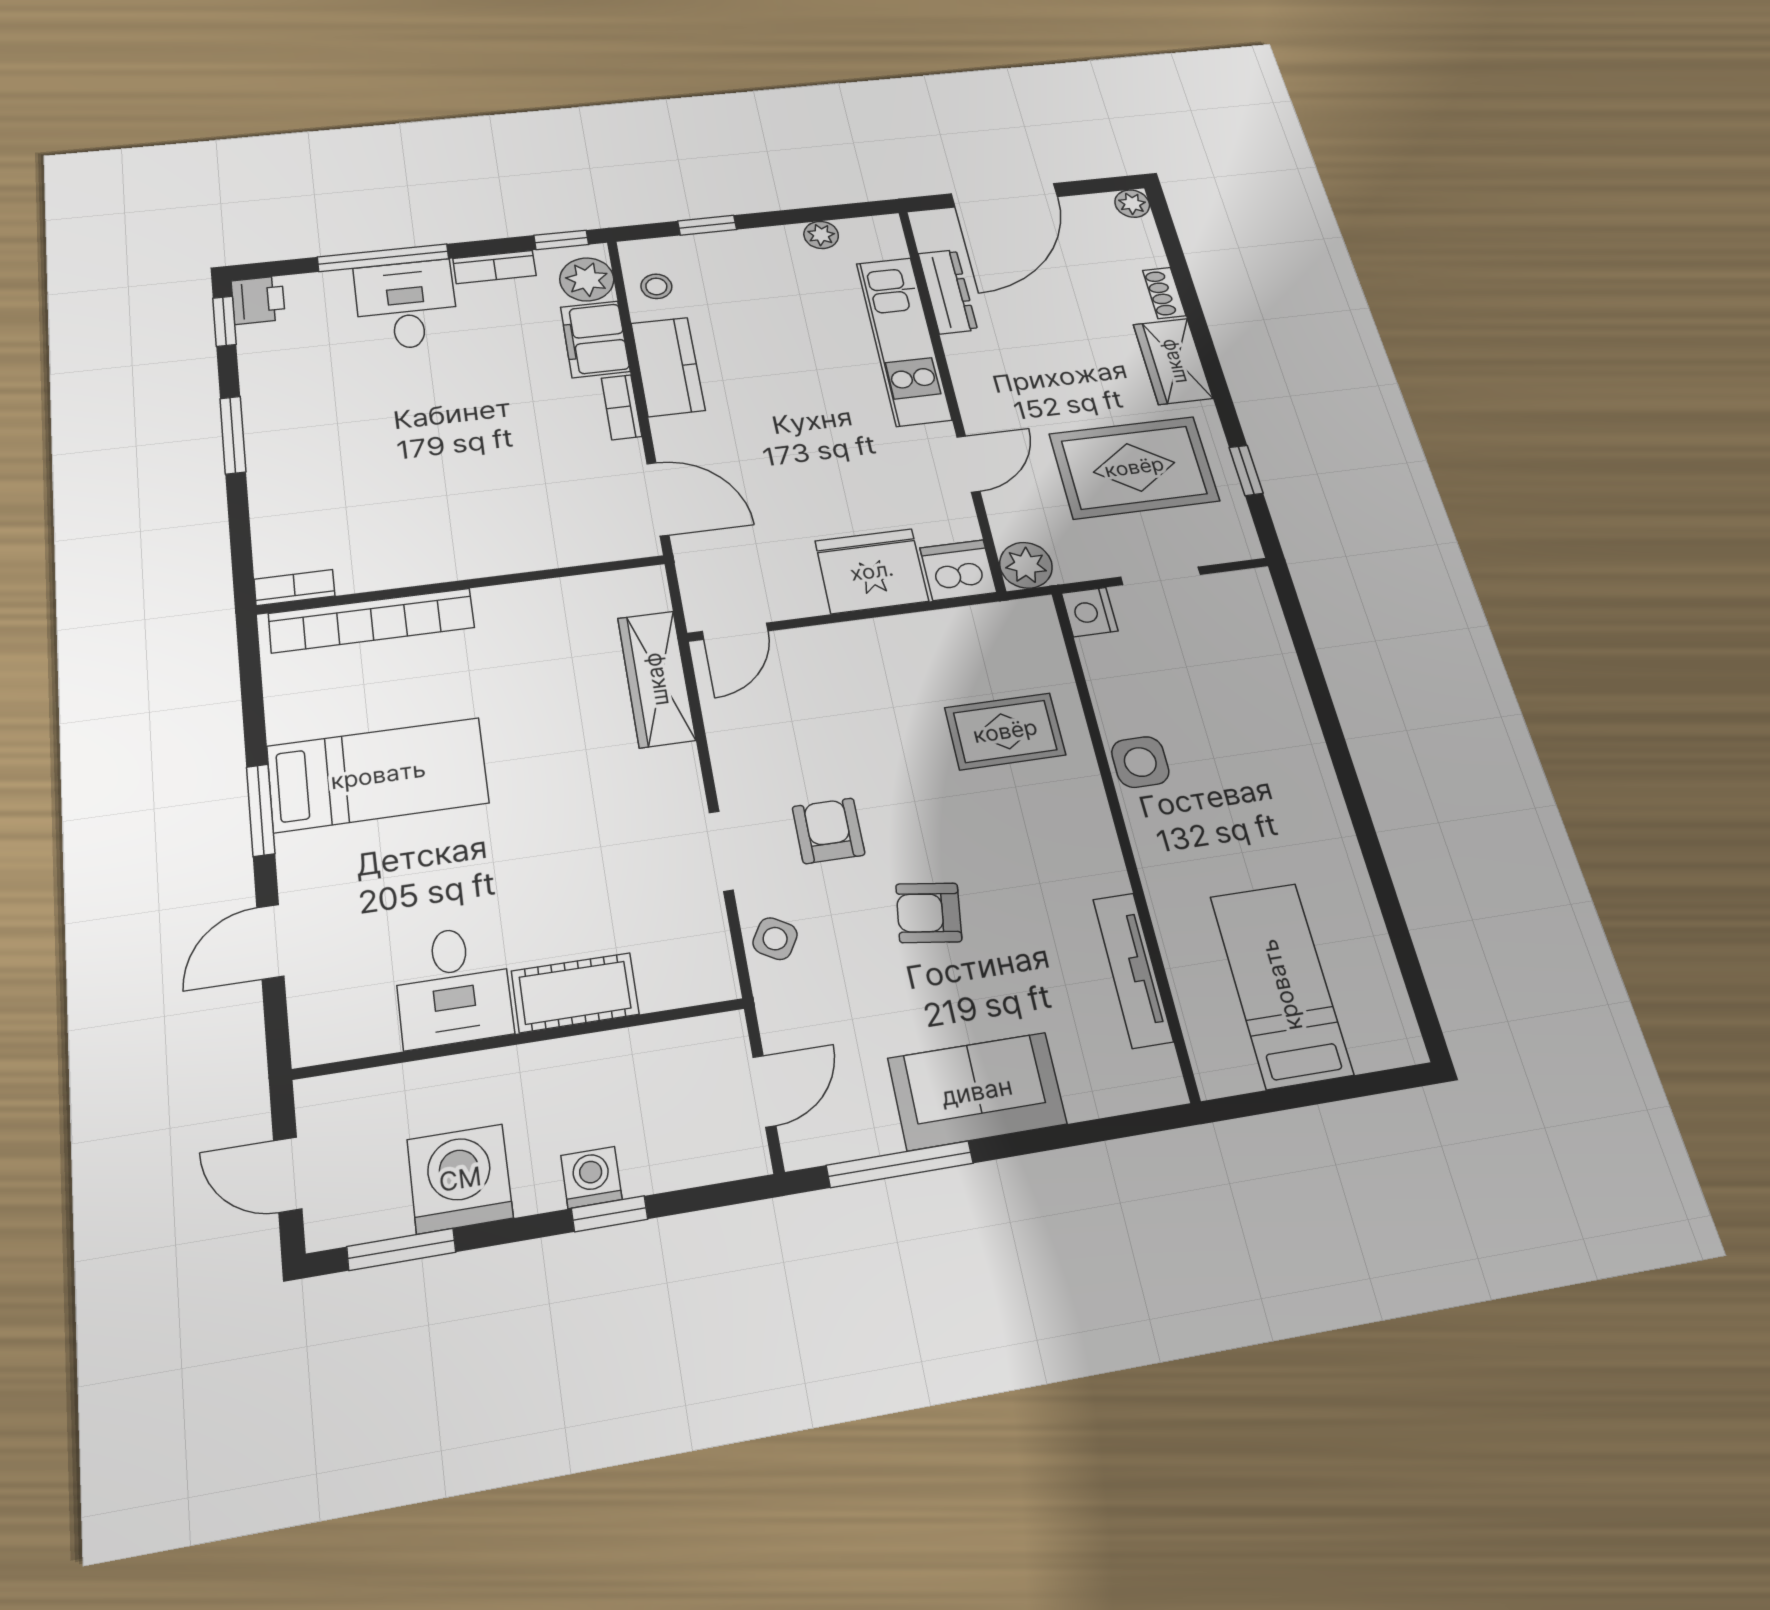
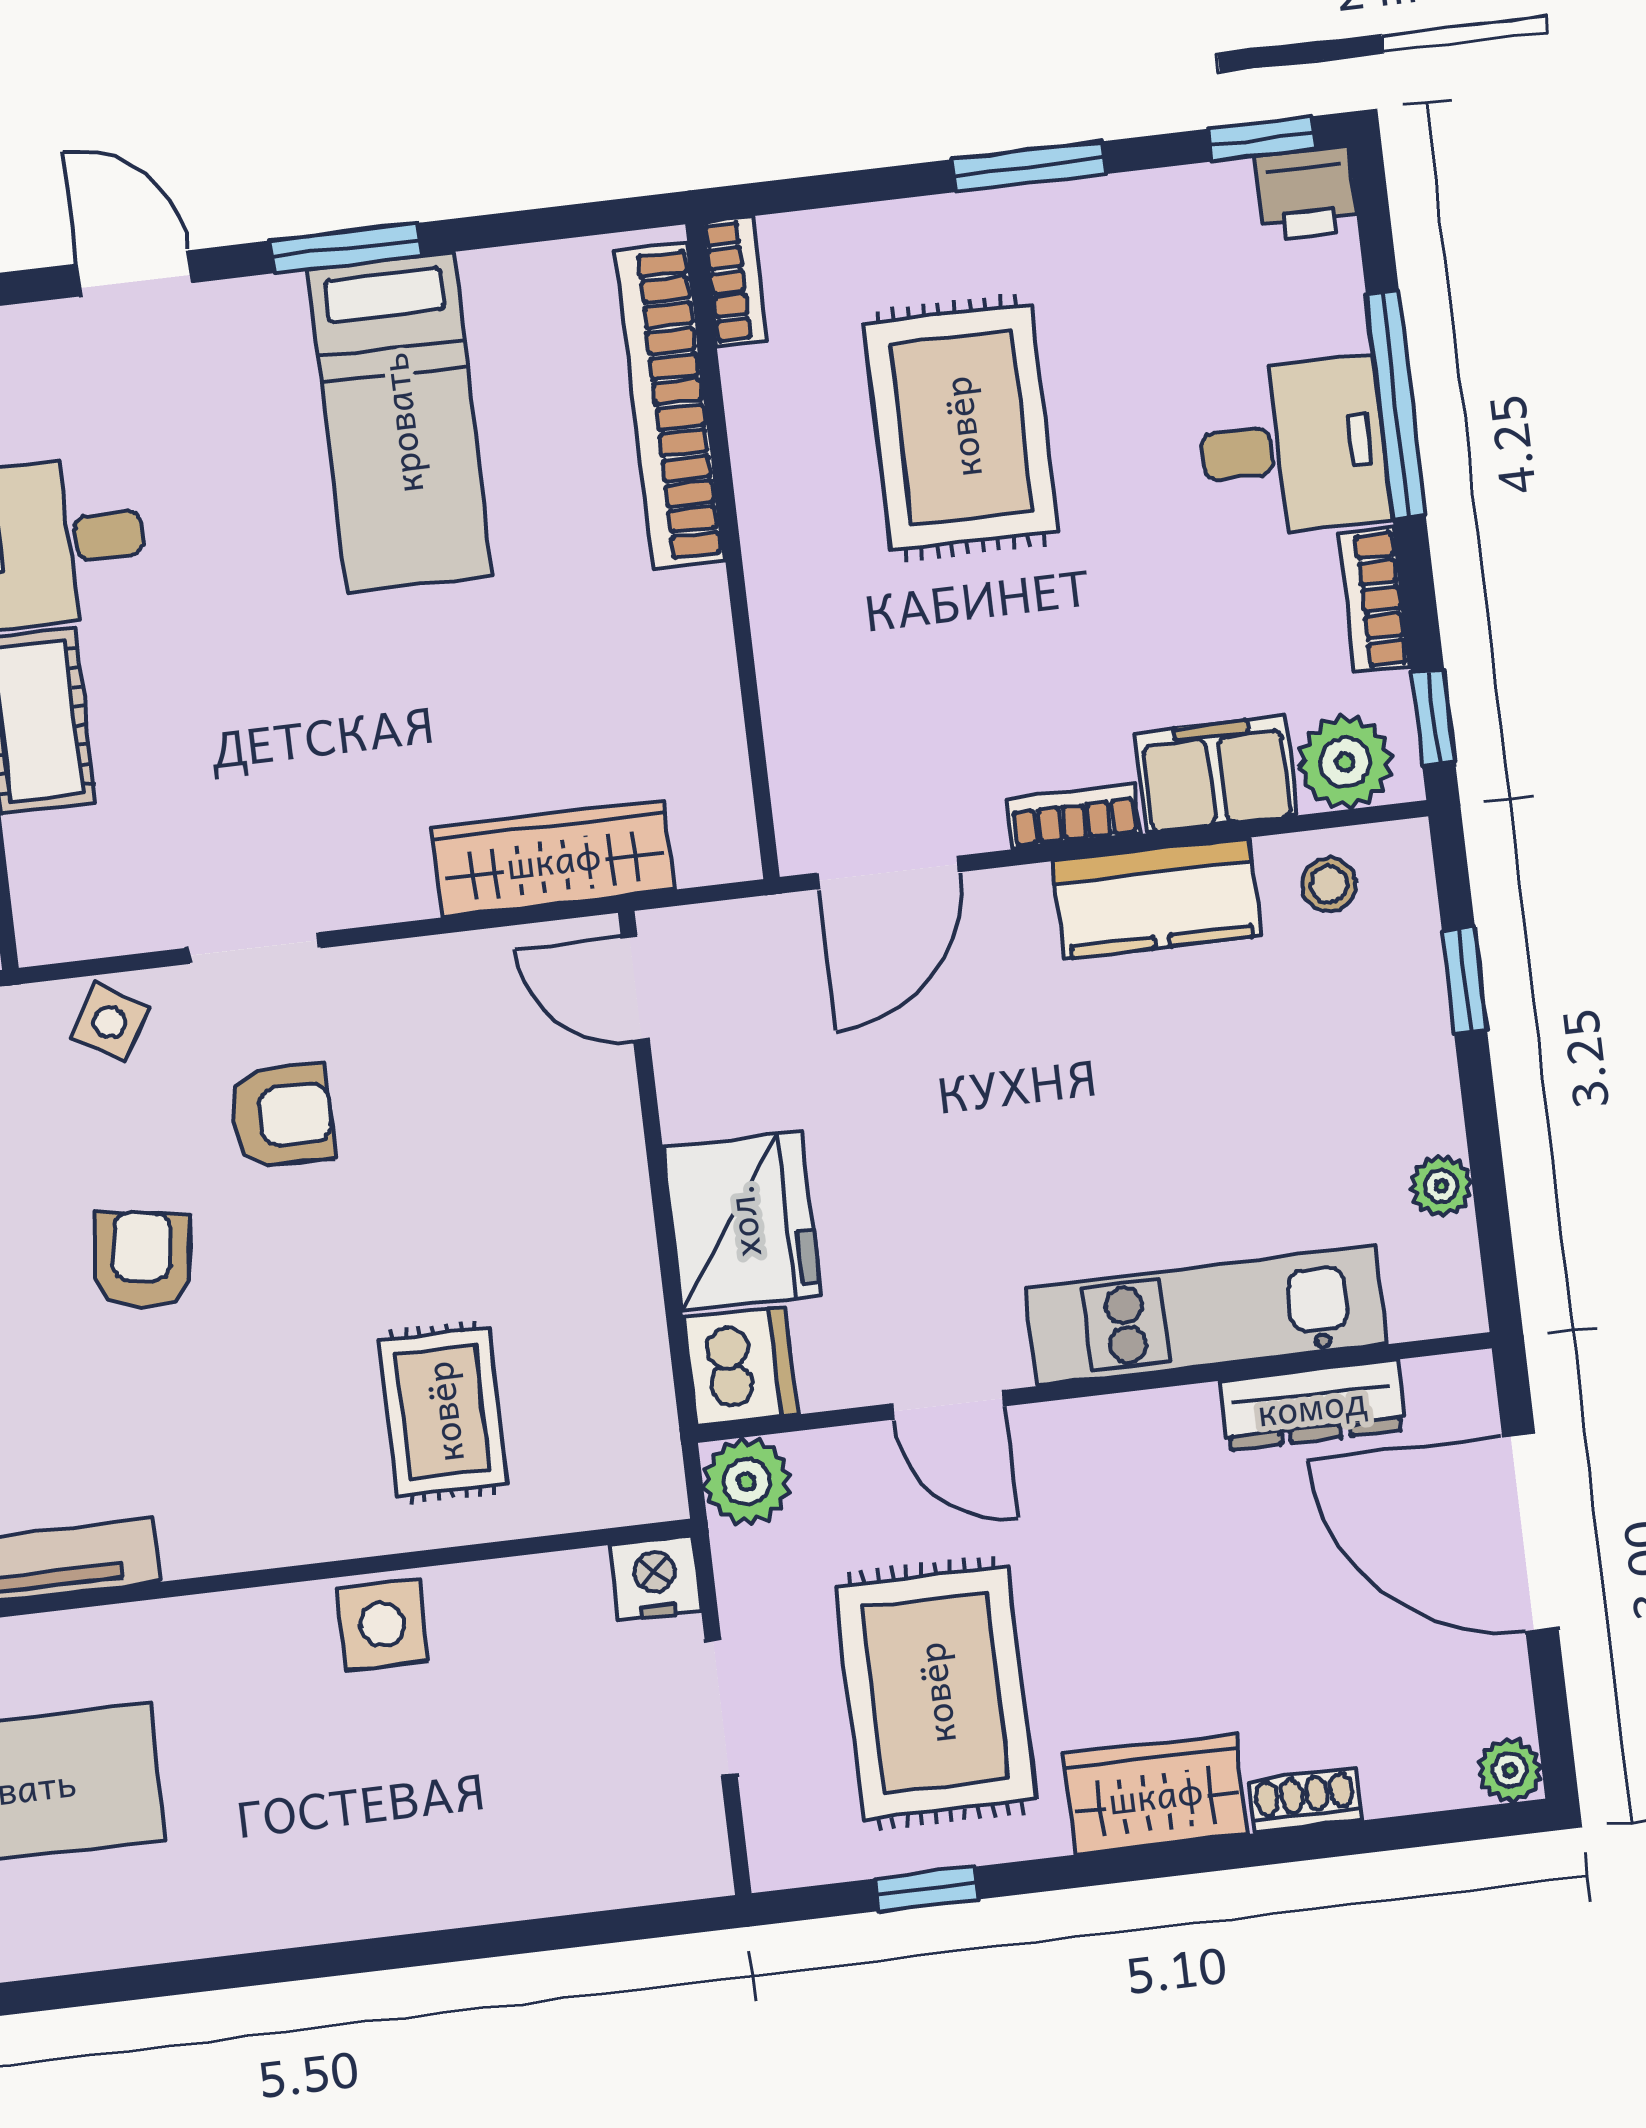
rug: (390, 467) -> (961, 427), added

